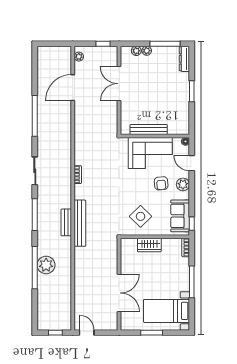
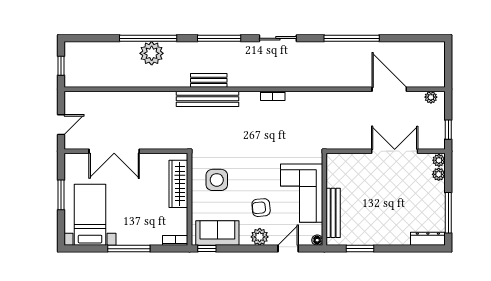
plant: (147, 51) -> (439, 160), moved
window: (192, 91) -> (360, 249), moved
bench: (149, 129) -> (333, 213), moved
side table: (141, 216) -> (217, 180), turned 45
wardrobe: (149, 245) -> (178, 184), width x1.50
door: (87, 333) -> (61, 125), moved

